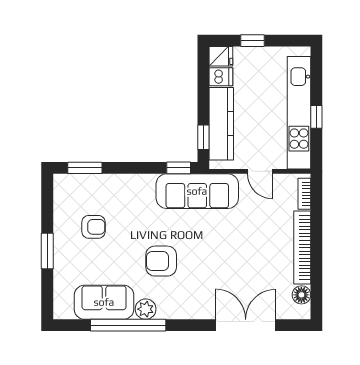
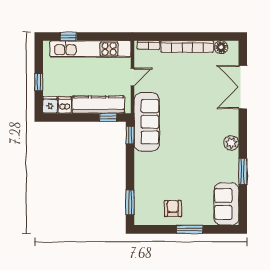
window: (316, 117) -> (68, 36), moved
armchair: (93, 227) -> (173, 208), moved
armchair: (161, 261) -> (197, 148), removed
sofa: (104, 302) -> (226, 204), moved
plant: (146, 309) -> (231, 143), moved
window: (128, 325) -> (243, 171), width x0.47

